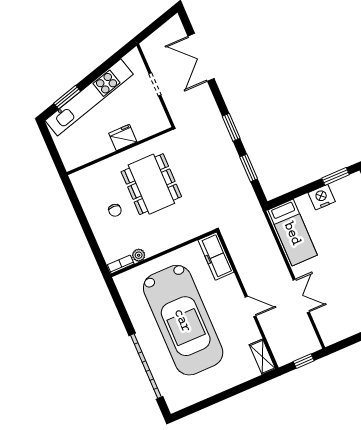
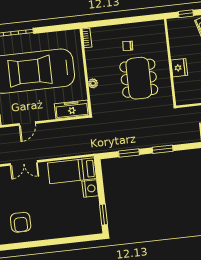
window: (53, 150) -> (186, 14), added
dining table: (151, 184) -> (139, 78), turned 90
nightstand: (322, 197) -> (90, 189), moved
plant: (139, 255) -> (93, 83), moved

